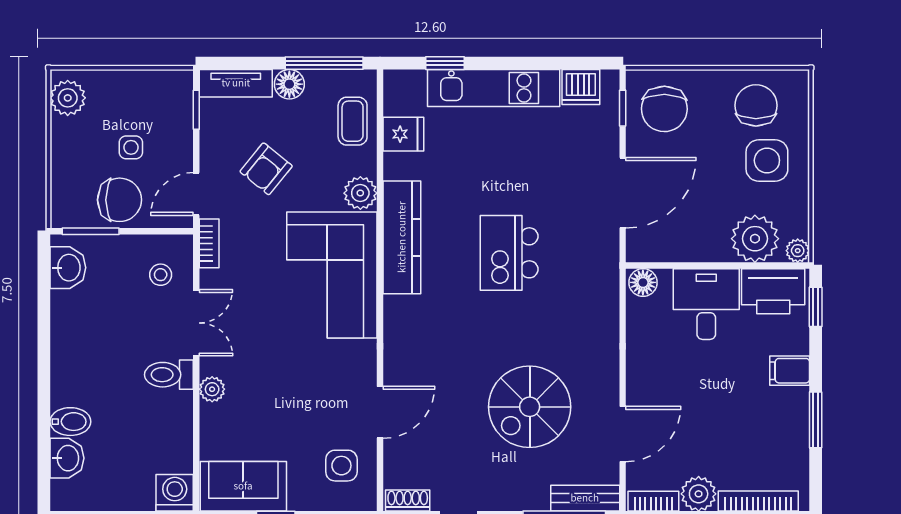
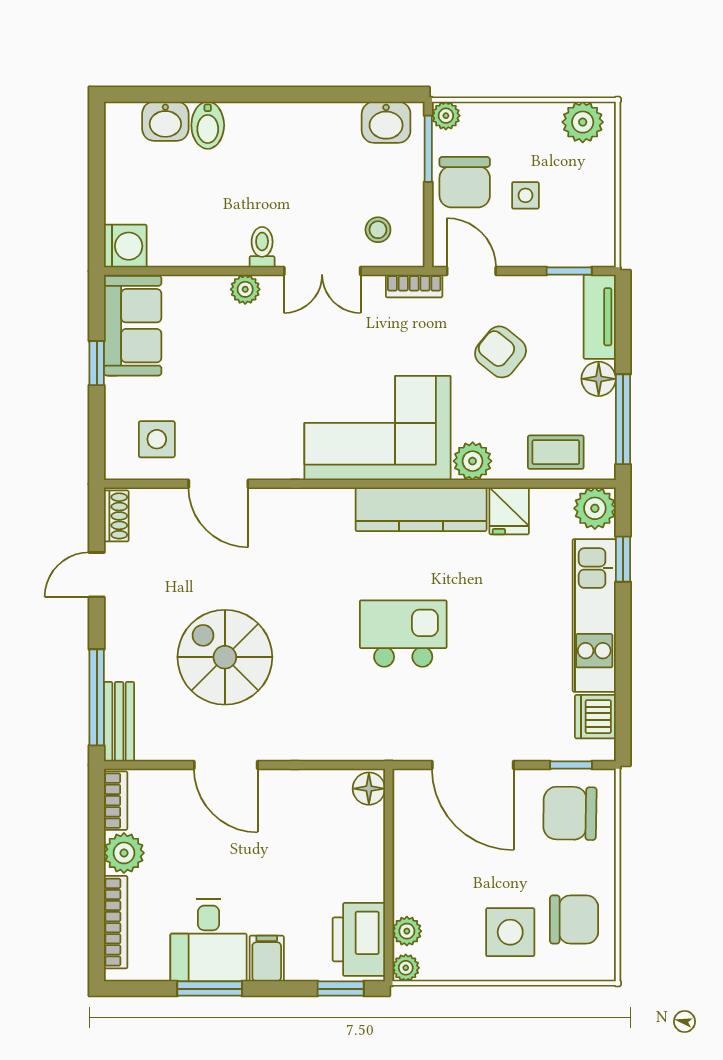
plant: (401, 87) -> (595, 508), added
fridge: (403, 134) -> (509, 511), moved
plant: (62, 216) -> (446, 116), added
plant: (755, 239) -> (407, 931), width x0.53, depth x0.53
desk: (706, 304) -> (209, 940), moved, turned 90
toilet: (169, 375) -> (262, 247), width x0.73, depth x0.72
door: (623, 434) -> (226, 765), moved

